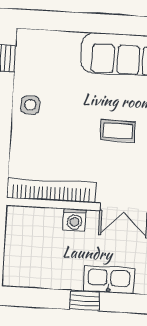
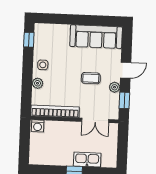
plant: (20, 138) -> (38, 83), added
washing machine: (75, 220) -> (38, 126), moved

